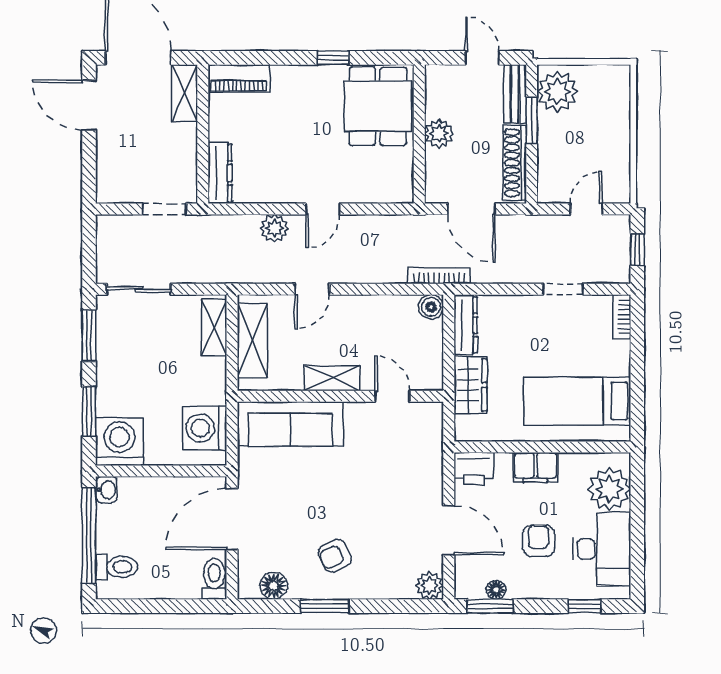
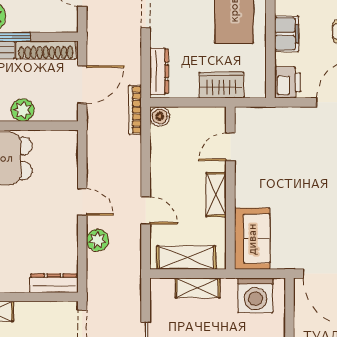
dresser: (466, 325) -> (159, 71), moved, turned 90
shelving: (214, 327) -> (197, 288), moved
sofa: (290, 424) -> (252, 239), width x0.73

